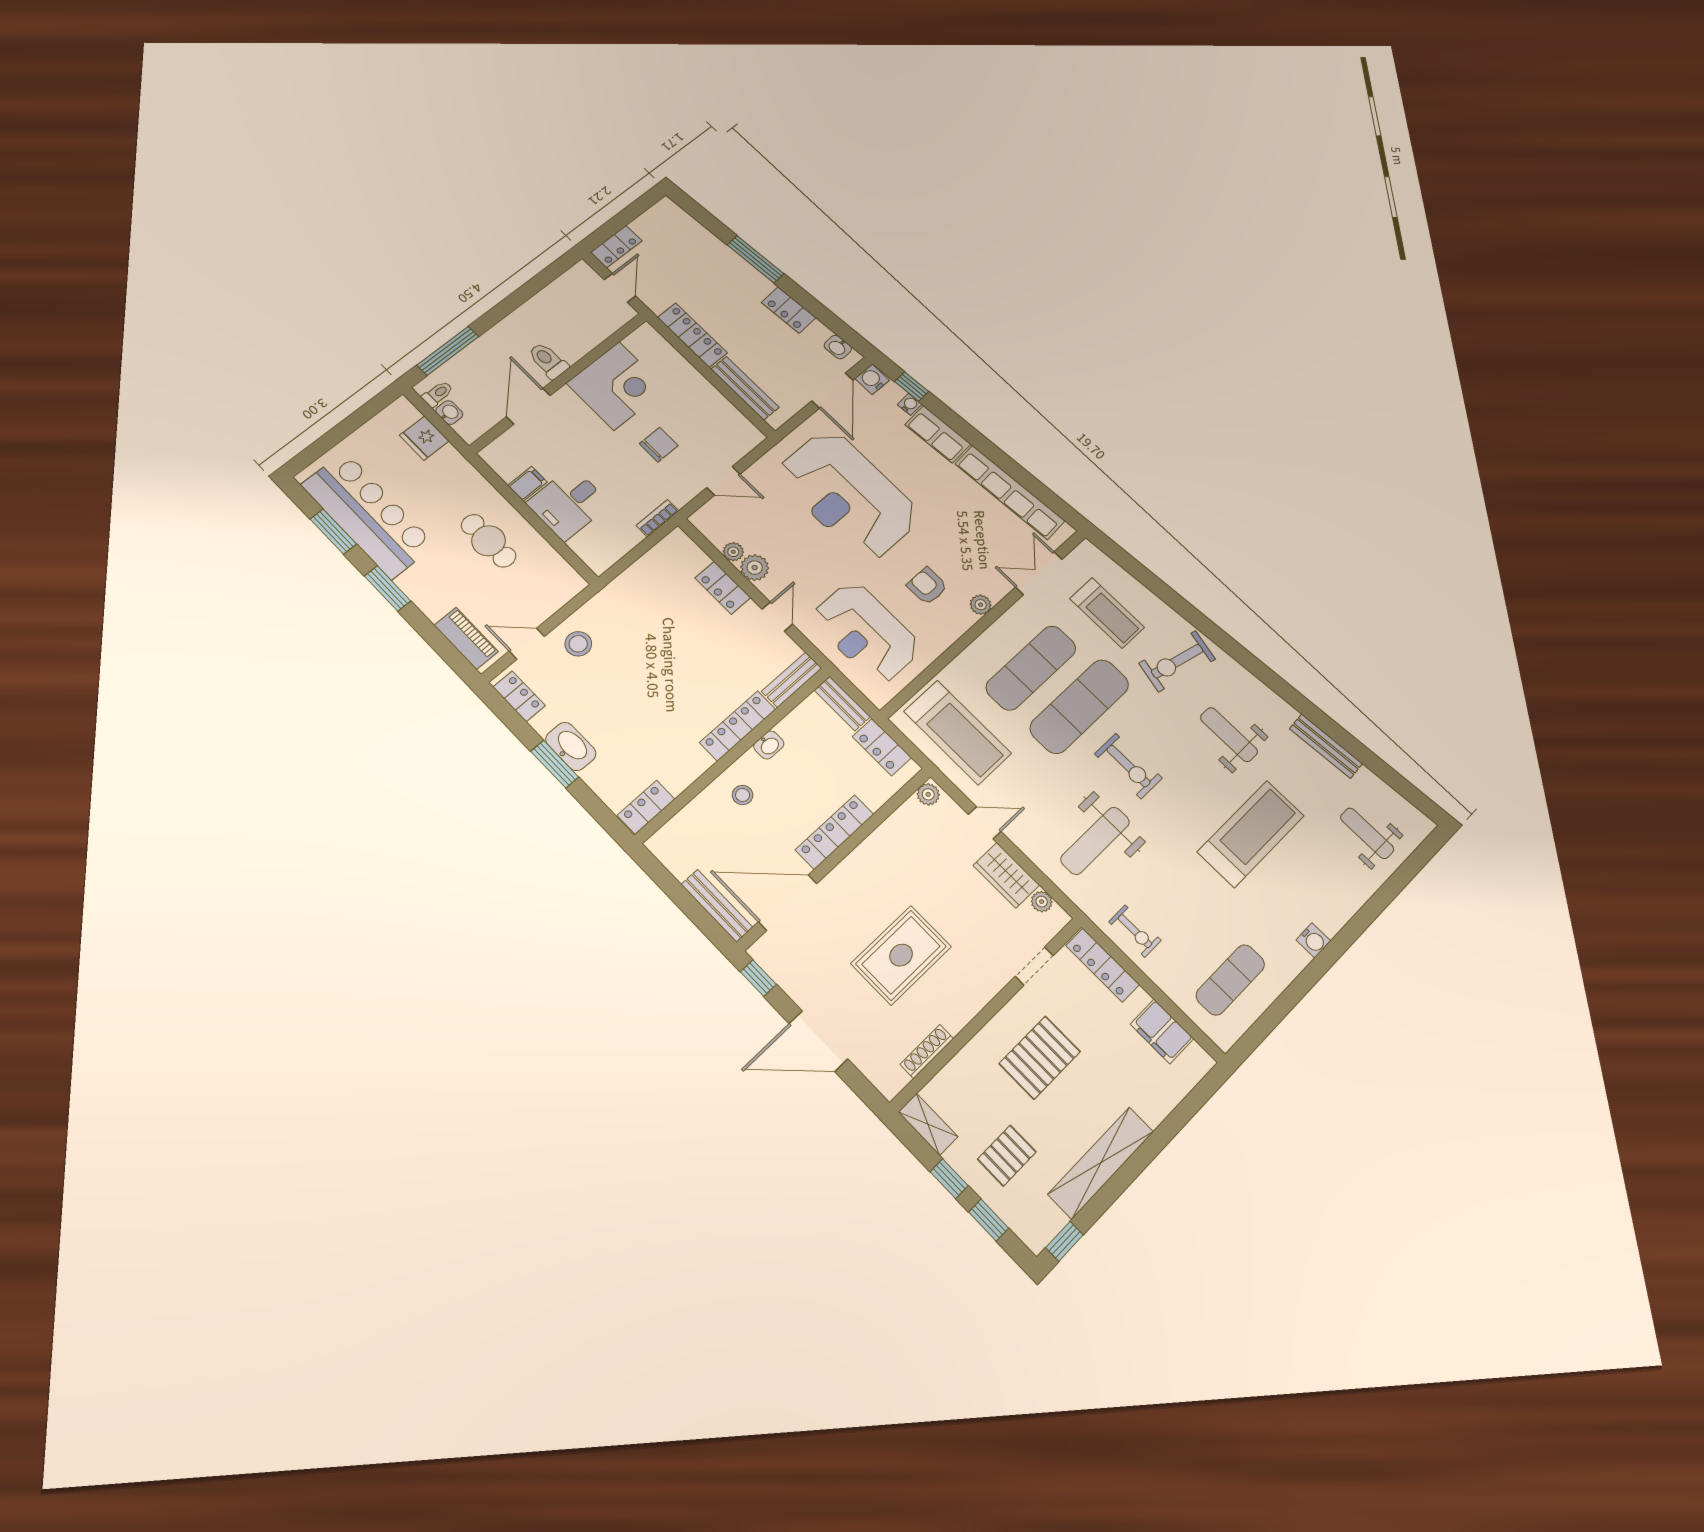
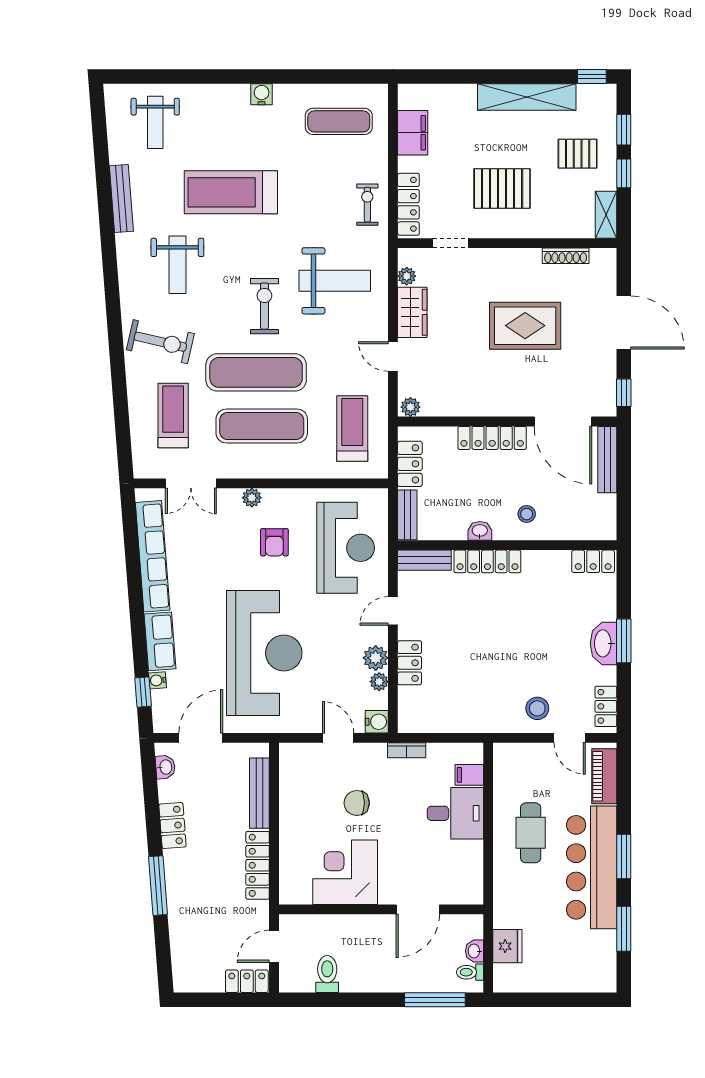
toilet: (548, 361) -> (327, 974), moved, turned 180
water cooler: (872, 379) -> (377, 722), moved, turned -90
filing cabinet: (527, 484) -> (469, 775), moved
bar counter: (368, 515) -> (592, 867), moved
treadmill: (958, 732) -> (352, 429), width x0.73, depth x0.73

